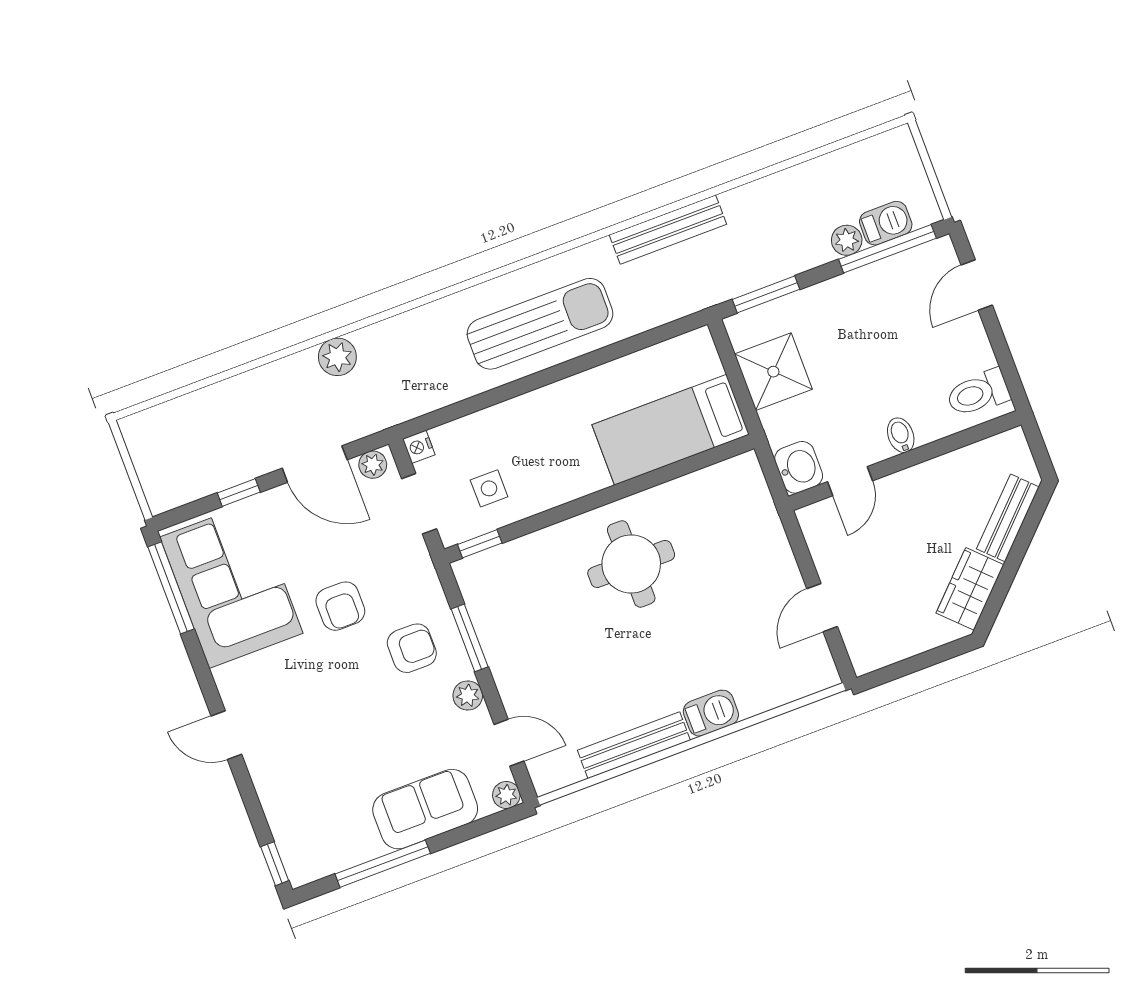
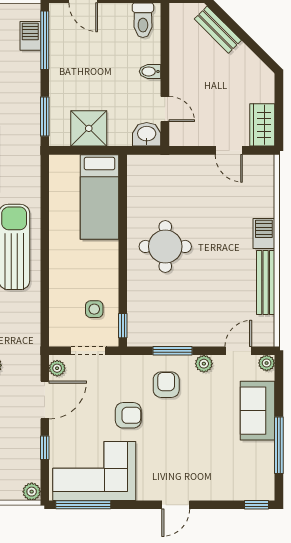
plant: (847, 240) -> (32, 492), moved
nightstand: (419, 447) -> (57, 339), removed
wardrobe: (970, 589) -> (262, 125), moved, turned 45

